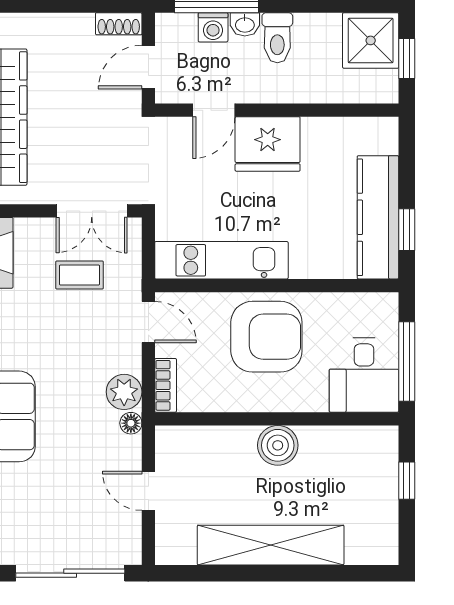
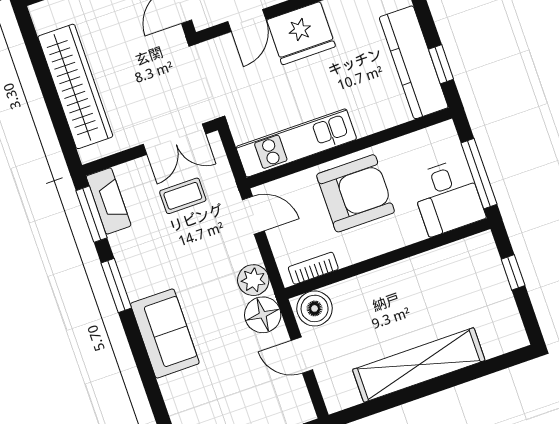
bookcase: (166, 385) -> (313, 268), moved, turned -90
floor lamp: (131, 423) -> (263, 315), width x1.89, depth x1.89
boiler: (278, 445) -> (315, 308), moved

